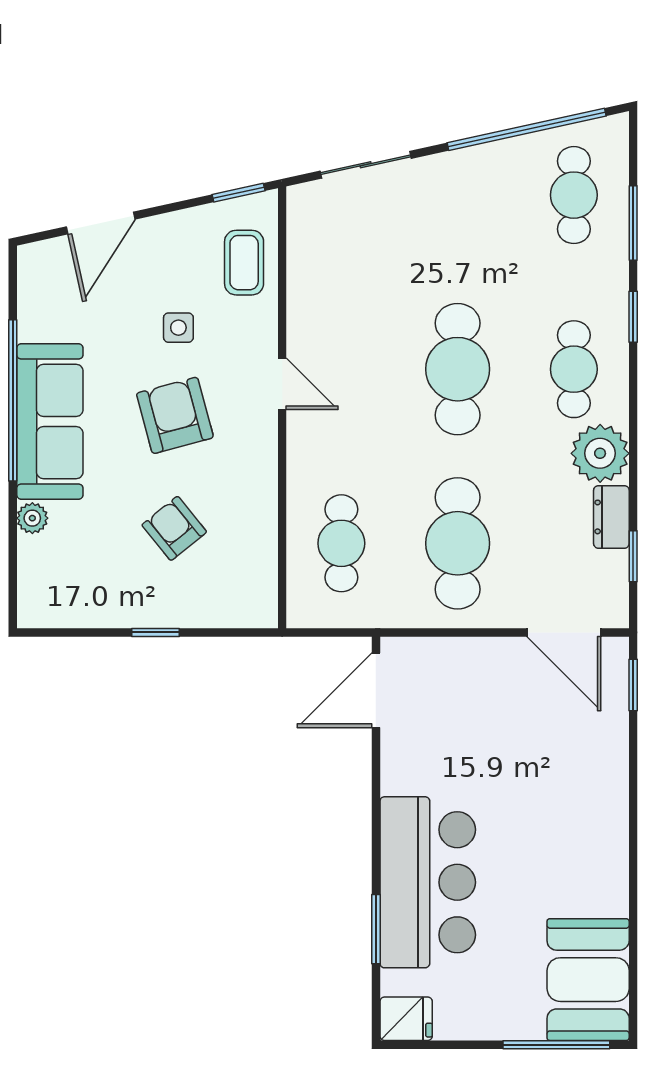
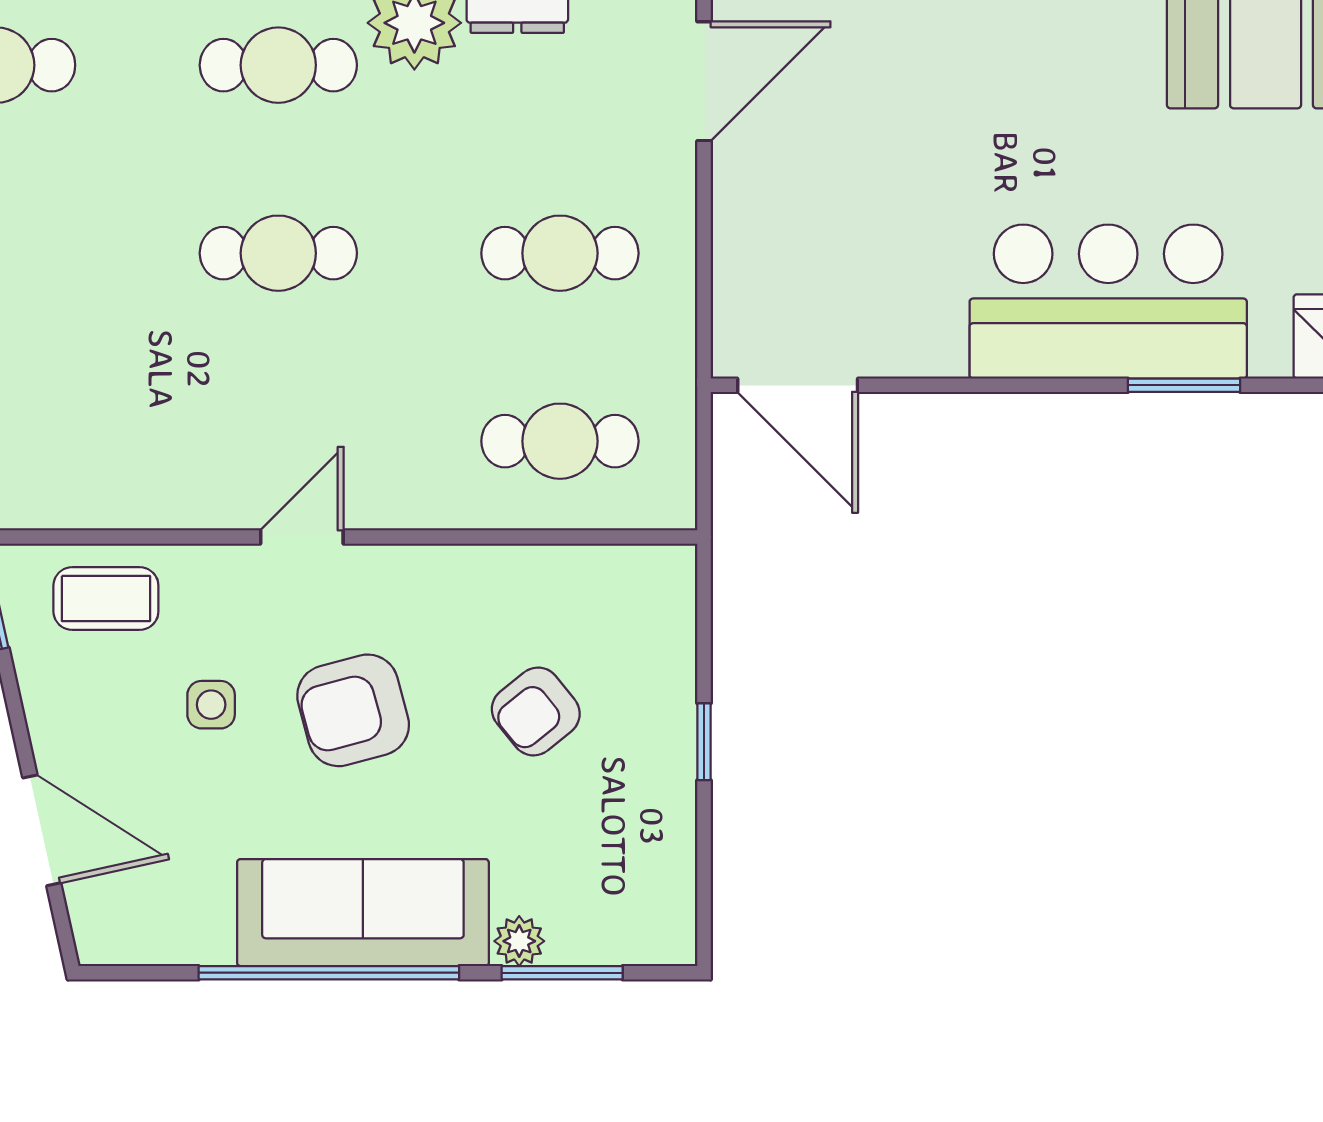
cafe table: (458, 369) -> (278, 253), width x0.73, depth x0.74
cafe table: (458, 543) -> (560, 253), width x0.73, depth x0.74
window: (13, 545) -> (562, 973), added

